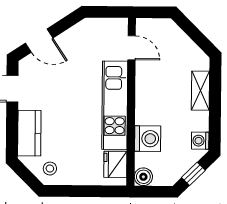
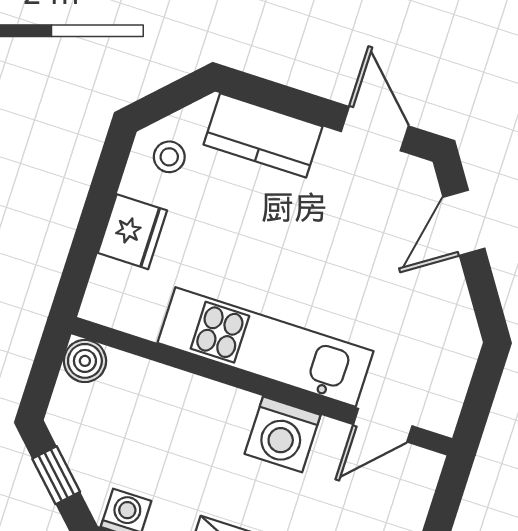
washing machine: (148, 139) -> (283, 434), moved
fridge: (115, 164) -> (132, 232), moved, turned 90

